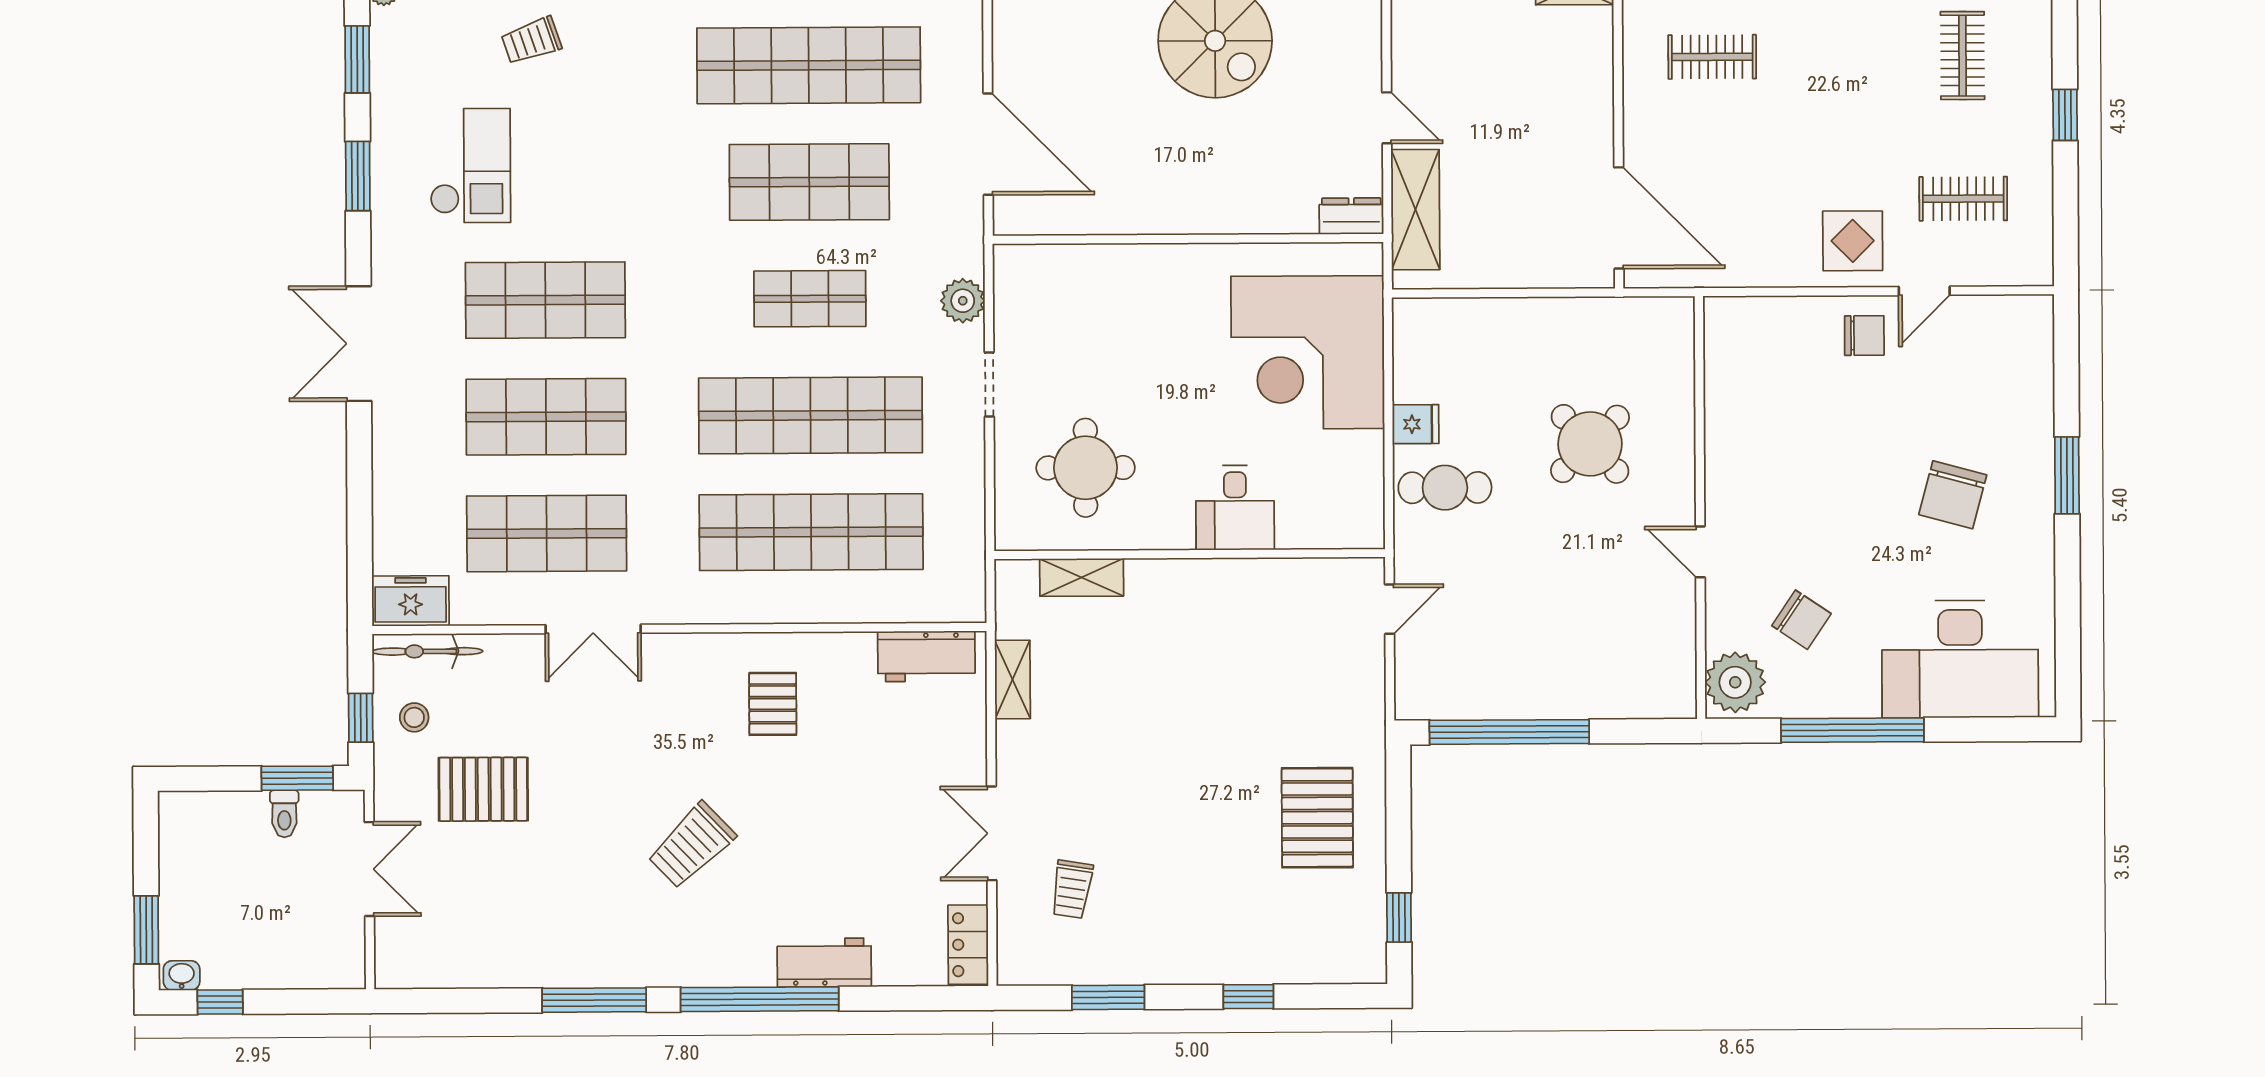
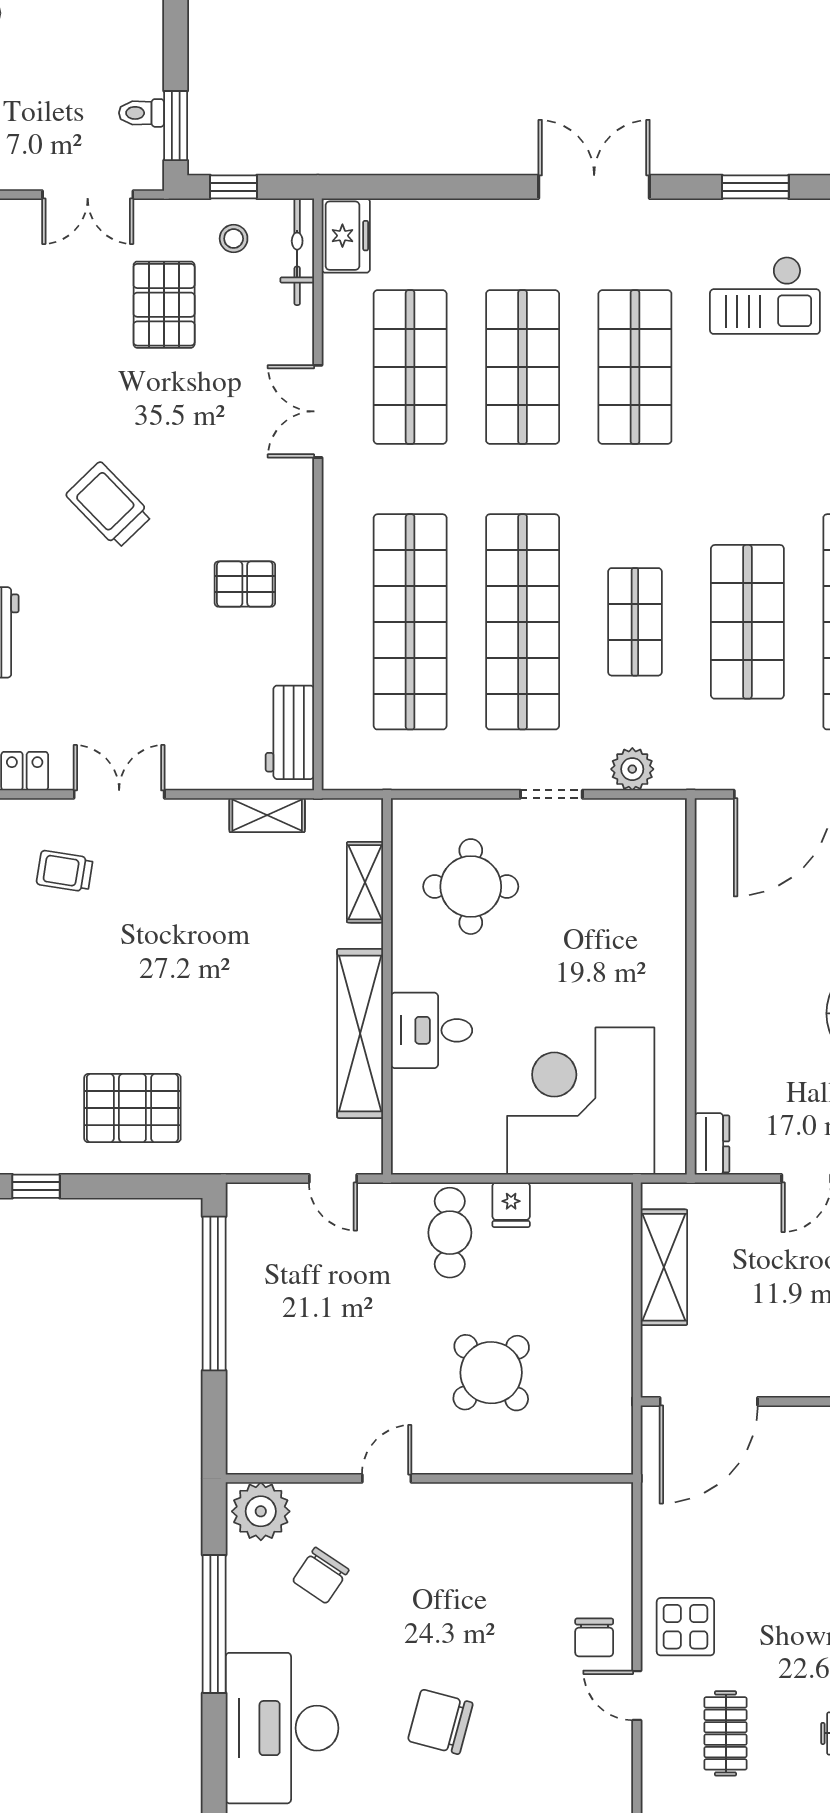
shelving: (1415, 210) -> (664, 1267), moved, turned 90
shelving: (1239, 582) -> (360, 1033), added

